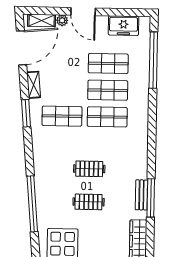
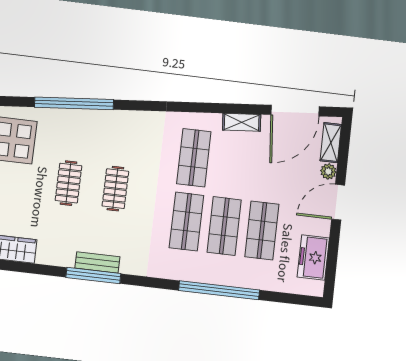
door: (21, 48) -> (295, 111), hinge flipped
window: (153, 60) -> (219, 290), moved
window: (26, 113) -> (203, 108), removed
bench: (141, 195) -> (97, 262), moved
window: (151, 198) -> (93, 275), moved

